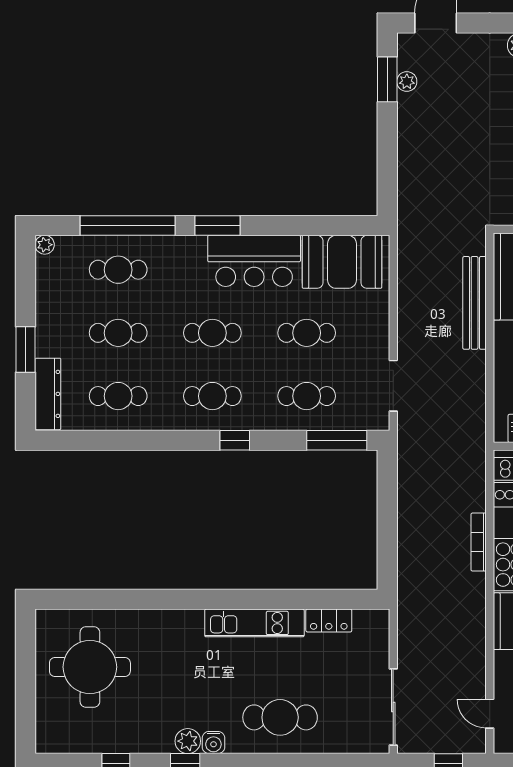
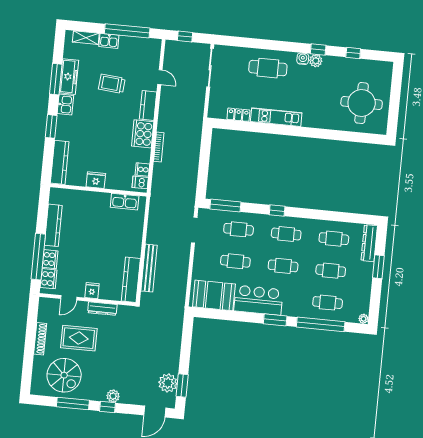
plant: (407, 82) -> (168, 383), width x1.87, depth x1.87
door: (490, 714) -> (160, 77), moved

